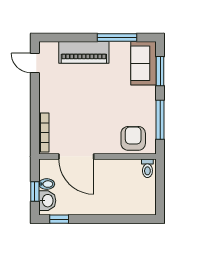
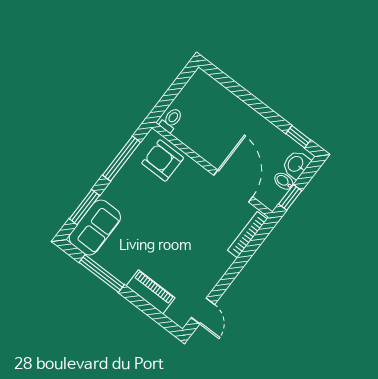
piano: (84, 52) -> (151, 292), width x0.73, depth x0.75
armchair: (133, 138) -> (163, 161), turned 90
window: (35, 191) -> (290, 197), moved

